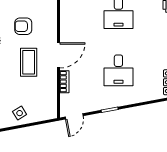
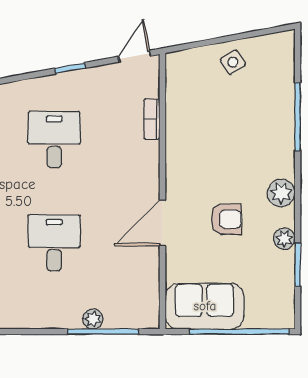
door: (59, 55) -> (163, 223), moved
coffee table: (29, 62) -> (216, 154), removed

